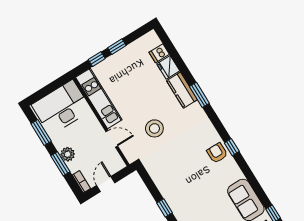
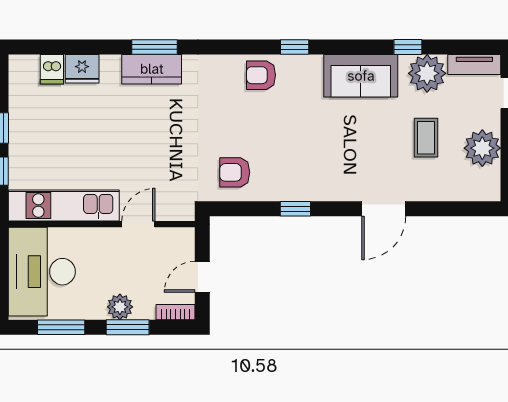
kitchen counter: (182, 90) -> (152, 69), moved
stool: (154, 128) -> (163, 148), removed
window: (232, 147) -> (295, 47), moved
armchair: (164, 169) -> (235, 172), added
door: (106, 184) -> (202, 277), hinge flipped

